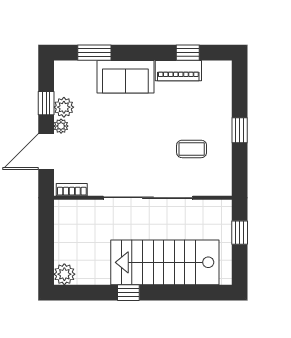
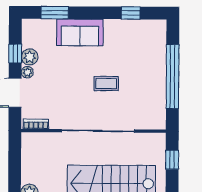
piano: (178, 71) -> (123, 28), removed
window: (240, 130) -> (173, 76), width x3.17
coffee table: (192, 149) -> (106, 84), moved

